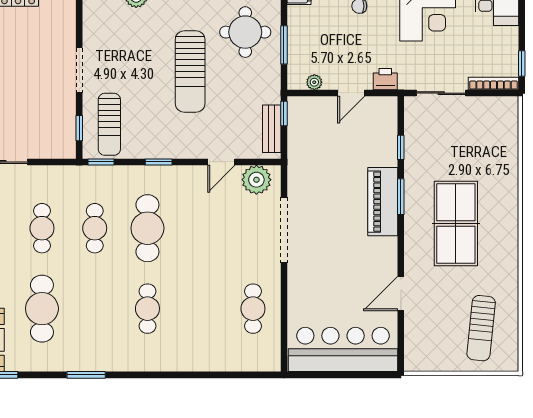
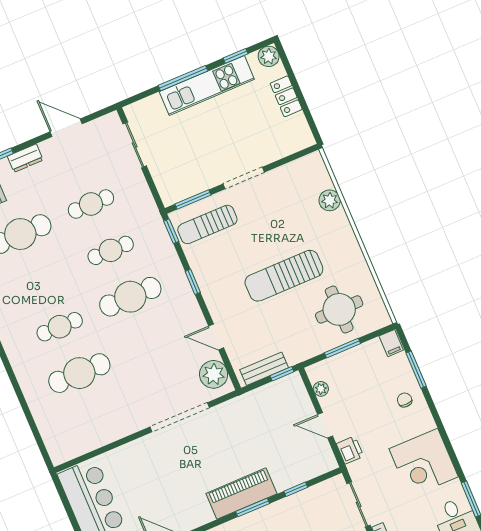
window: (79, 128) -> (193, 200), width x1.50
cafe table: (253, 309) -> (79, 373), moved, width x1.37, depth x1.35

